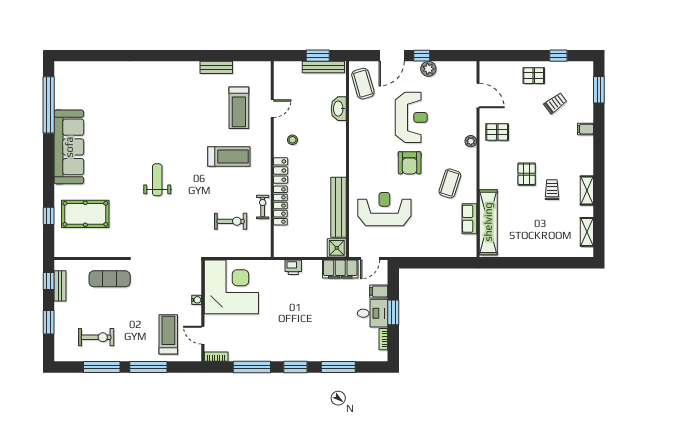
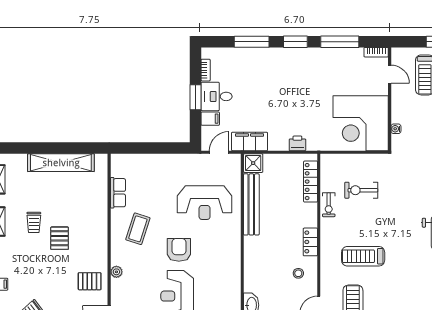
locker: (280, 206) -> (311, 182), moved
shelving: (488, 222) -> (61, 163), moved, turned 90
water cooler: (197, 300) -> (396, 129), moved

